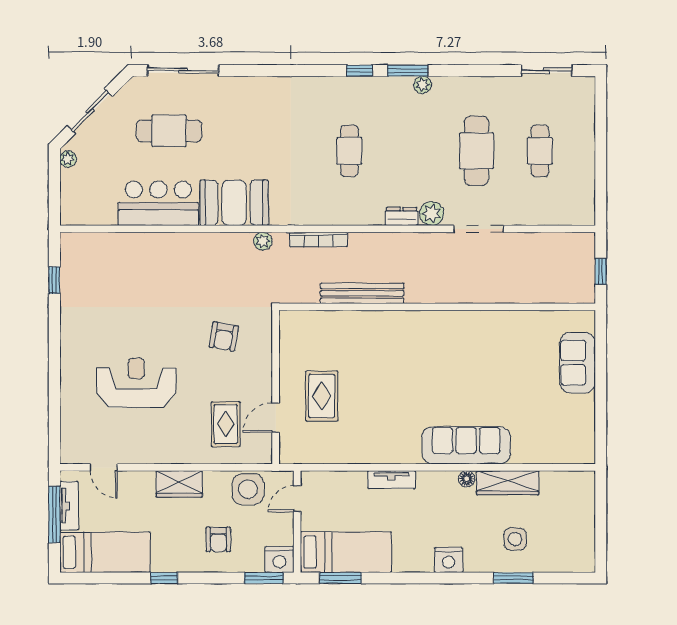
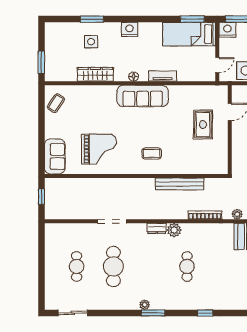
window: (360, 71) -> (205, 313), moved
plant: (432, 214) -> (174, 230), moved
coffee table: (410, 346) -> (152, 153), added
grand piano: (501, 353) -> (99, 149), added
sofa: (578, 363) -> (55, 157), moved
coffee table: (576, 433) -> (56, 103), added
sofa: (466, 445) -> (143, 96), moved
floor lamp: (467, 479) -> (134, 77), moved
window: (601, 503) -> (41, 62), added

